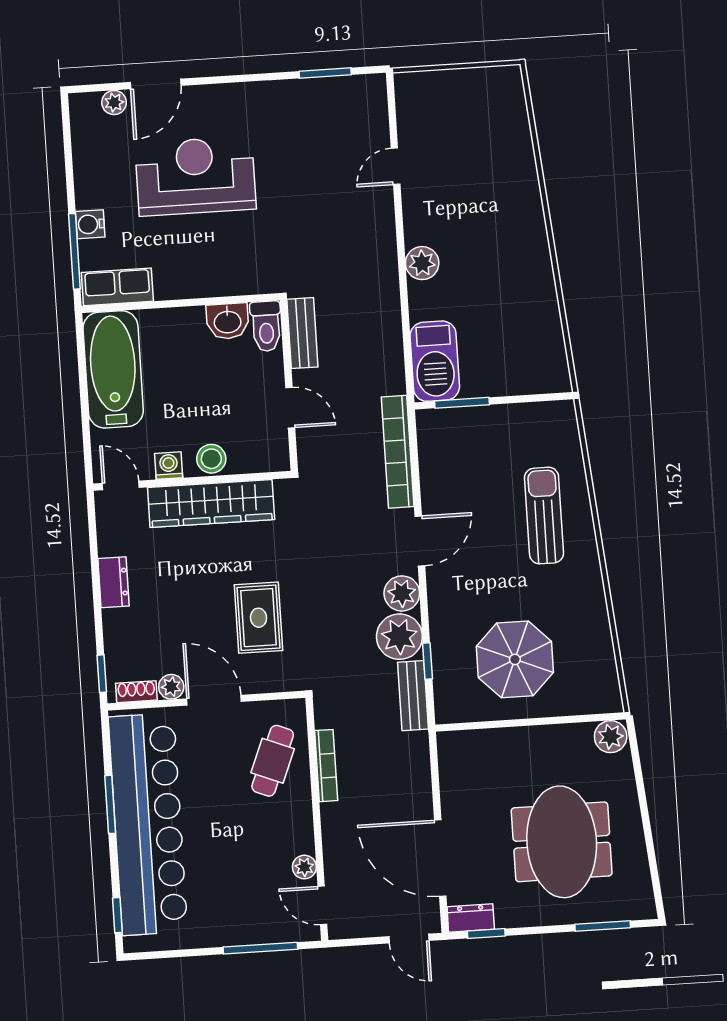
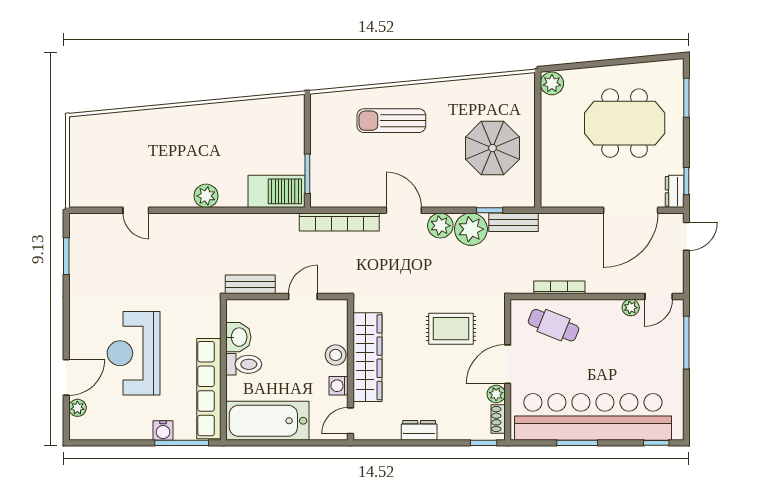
door: (156, 84) -> (66, 377), hinge flipped
row of seats: (117, 287) -> (209, 389), width x2.02
toilet: (266, 326) -> (244, 364), moved

